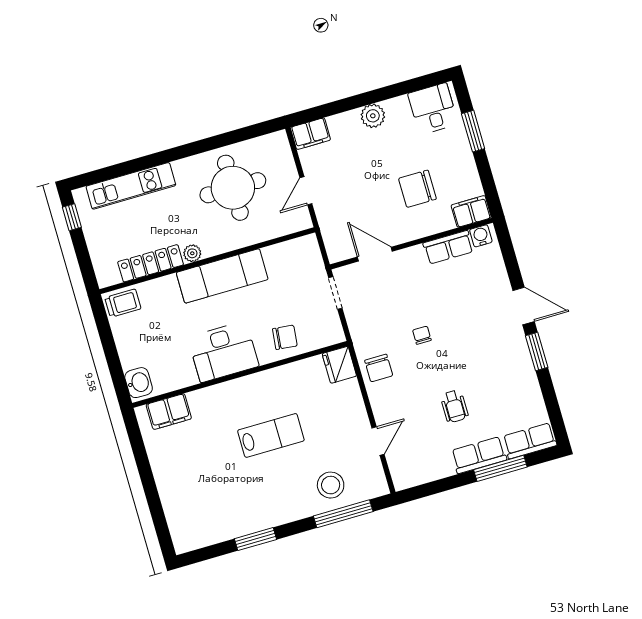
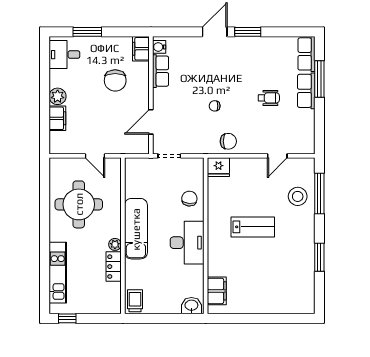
filing cabinet: (310, 134) -> (57, 118), moved
locker: (151, 263) -> (114, 267), width x0.66
lab bench: (271, 435) -> (253, 227), turned 90
door: (378, 441) -> (277, 156), swing flipped

